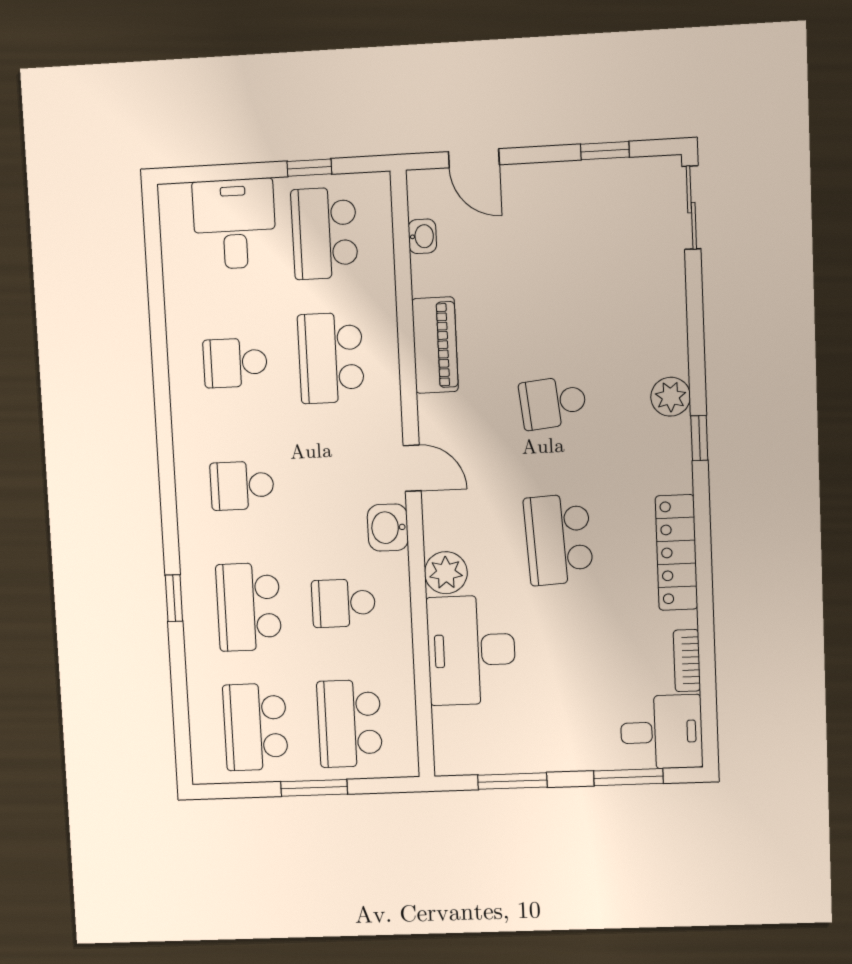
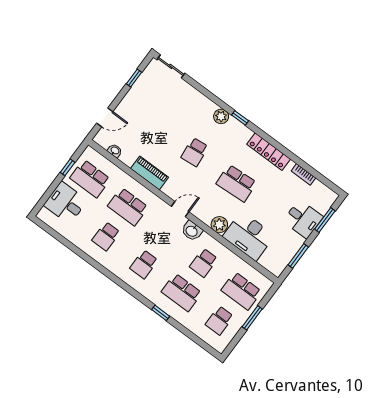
school desk: (255, 727) -> (219, 320), width x0.54
desk: (662, 732) -> (303, 219), moved, turned 90

